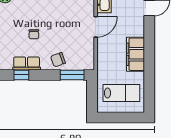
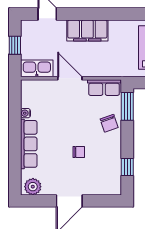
filing cabinet: (135, 54) -> (87, 31), moved
row of seats: (27, 63) -> (104, 88), moved, turned -90

